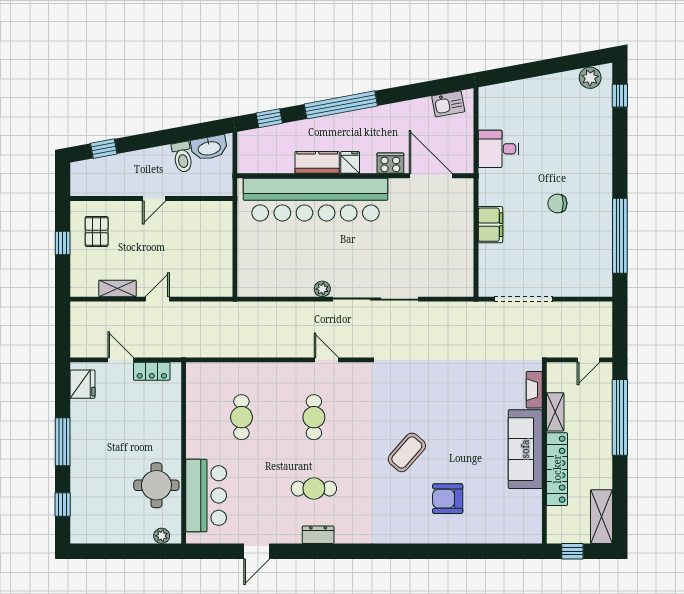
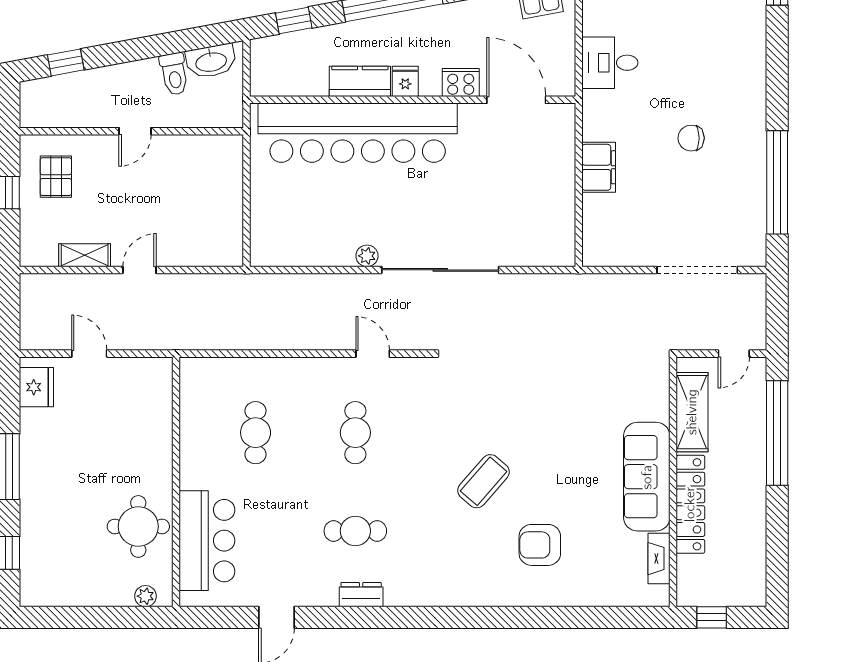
doorway: (524, 299) -> (697, 270), moved
locker: (152, 371) -> (132, 369), removed
fireplace: (534, 390) -> (659, 559), moved
shelving: (555, 412) -> (692, 412), width x1.50, depth x1.33
shelving: (601, 517) -> (752, 570), removed

